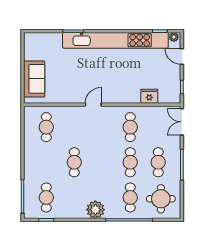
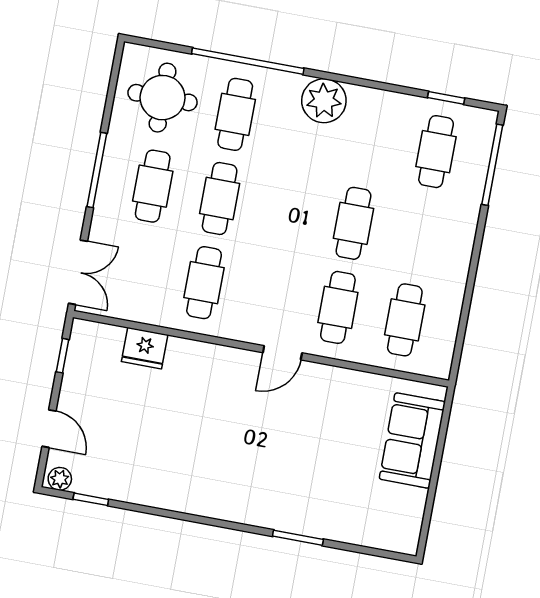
kitchen unit: (115, 40) -> (201, 497), removed
cafe table: (74, 127) -> (338, 307), added

